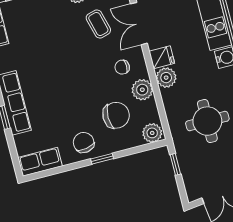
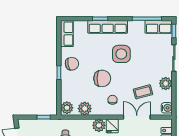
side table: (50, 72) -> (121, 54), added
plant: (142, 90) -> (85, 109), moved
chair: (116, 115) -> (102, 78), moved, turned -90

